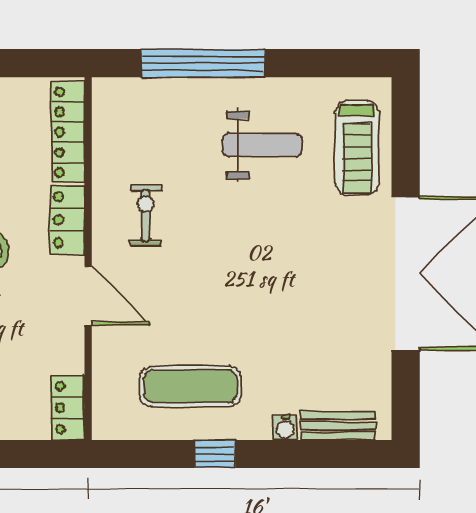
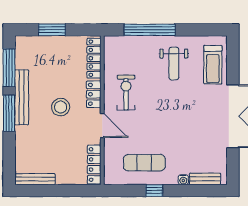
weight bench: (262, 145) -> (174, 64), turned 90
exercise bike: (146, 216) -> (126, 93), width x1.38, depth x1.39
locker: (68, 408) -> (94, 164), width x1.53

